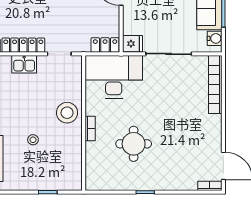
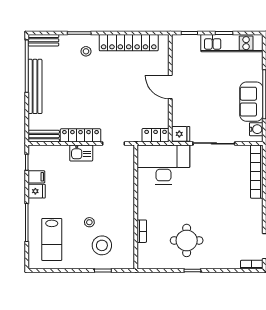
stool: (67, 113) -> (102, 245), moved
bookcase: (90, 129) -> (142, 231), moved
round table: (134, 144) -> (187, 240), moved

